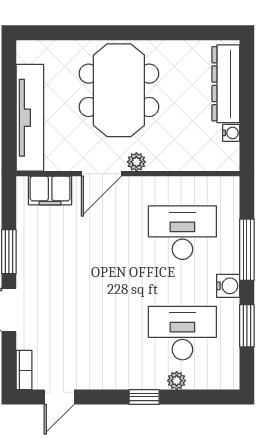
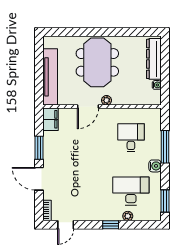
filing cabinet: (50, 190) -> (51, 119), moved, turned -90
desk: (182, 233) -> (131, 138), width x0.73
window: (247, 326) -> (165, 201), moved

